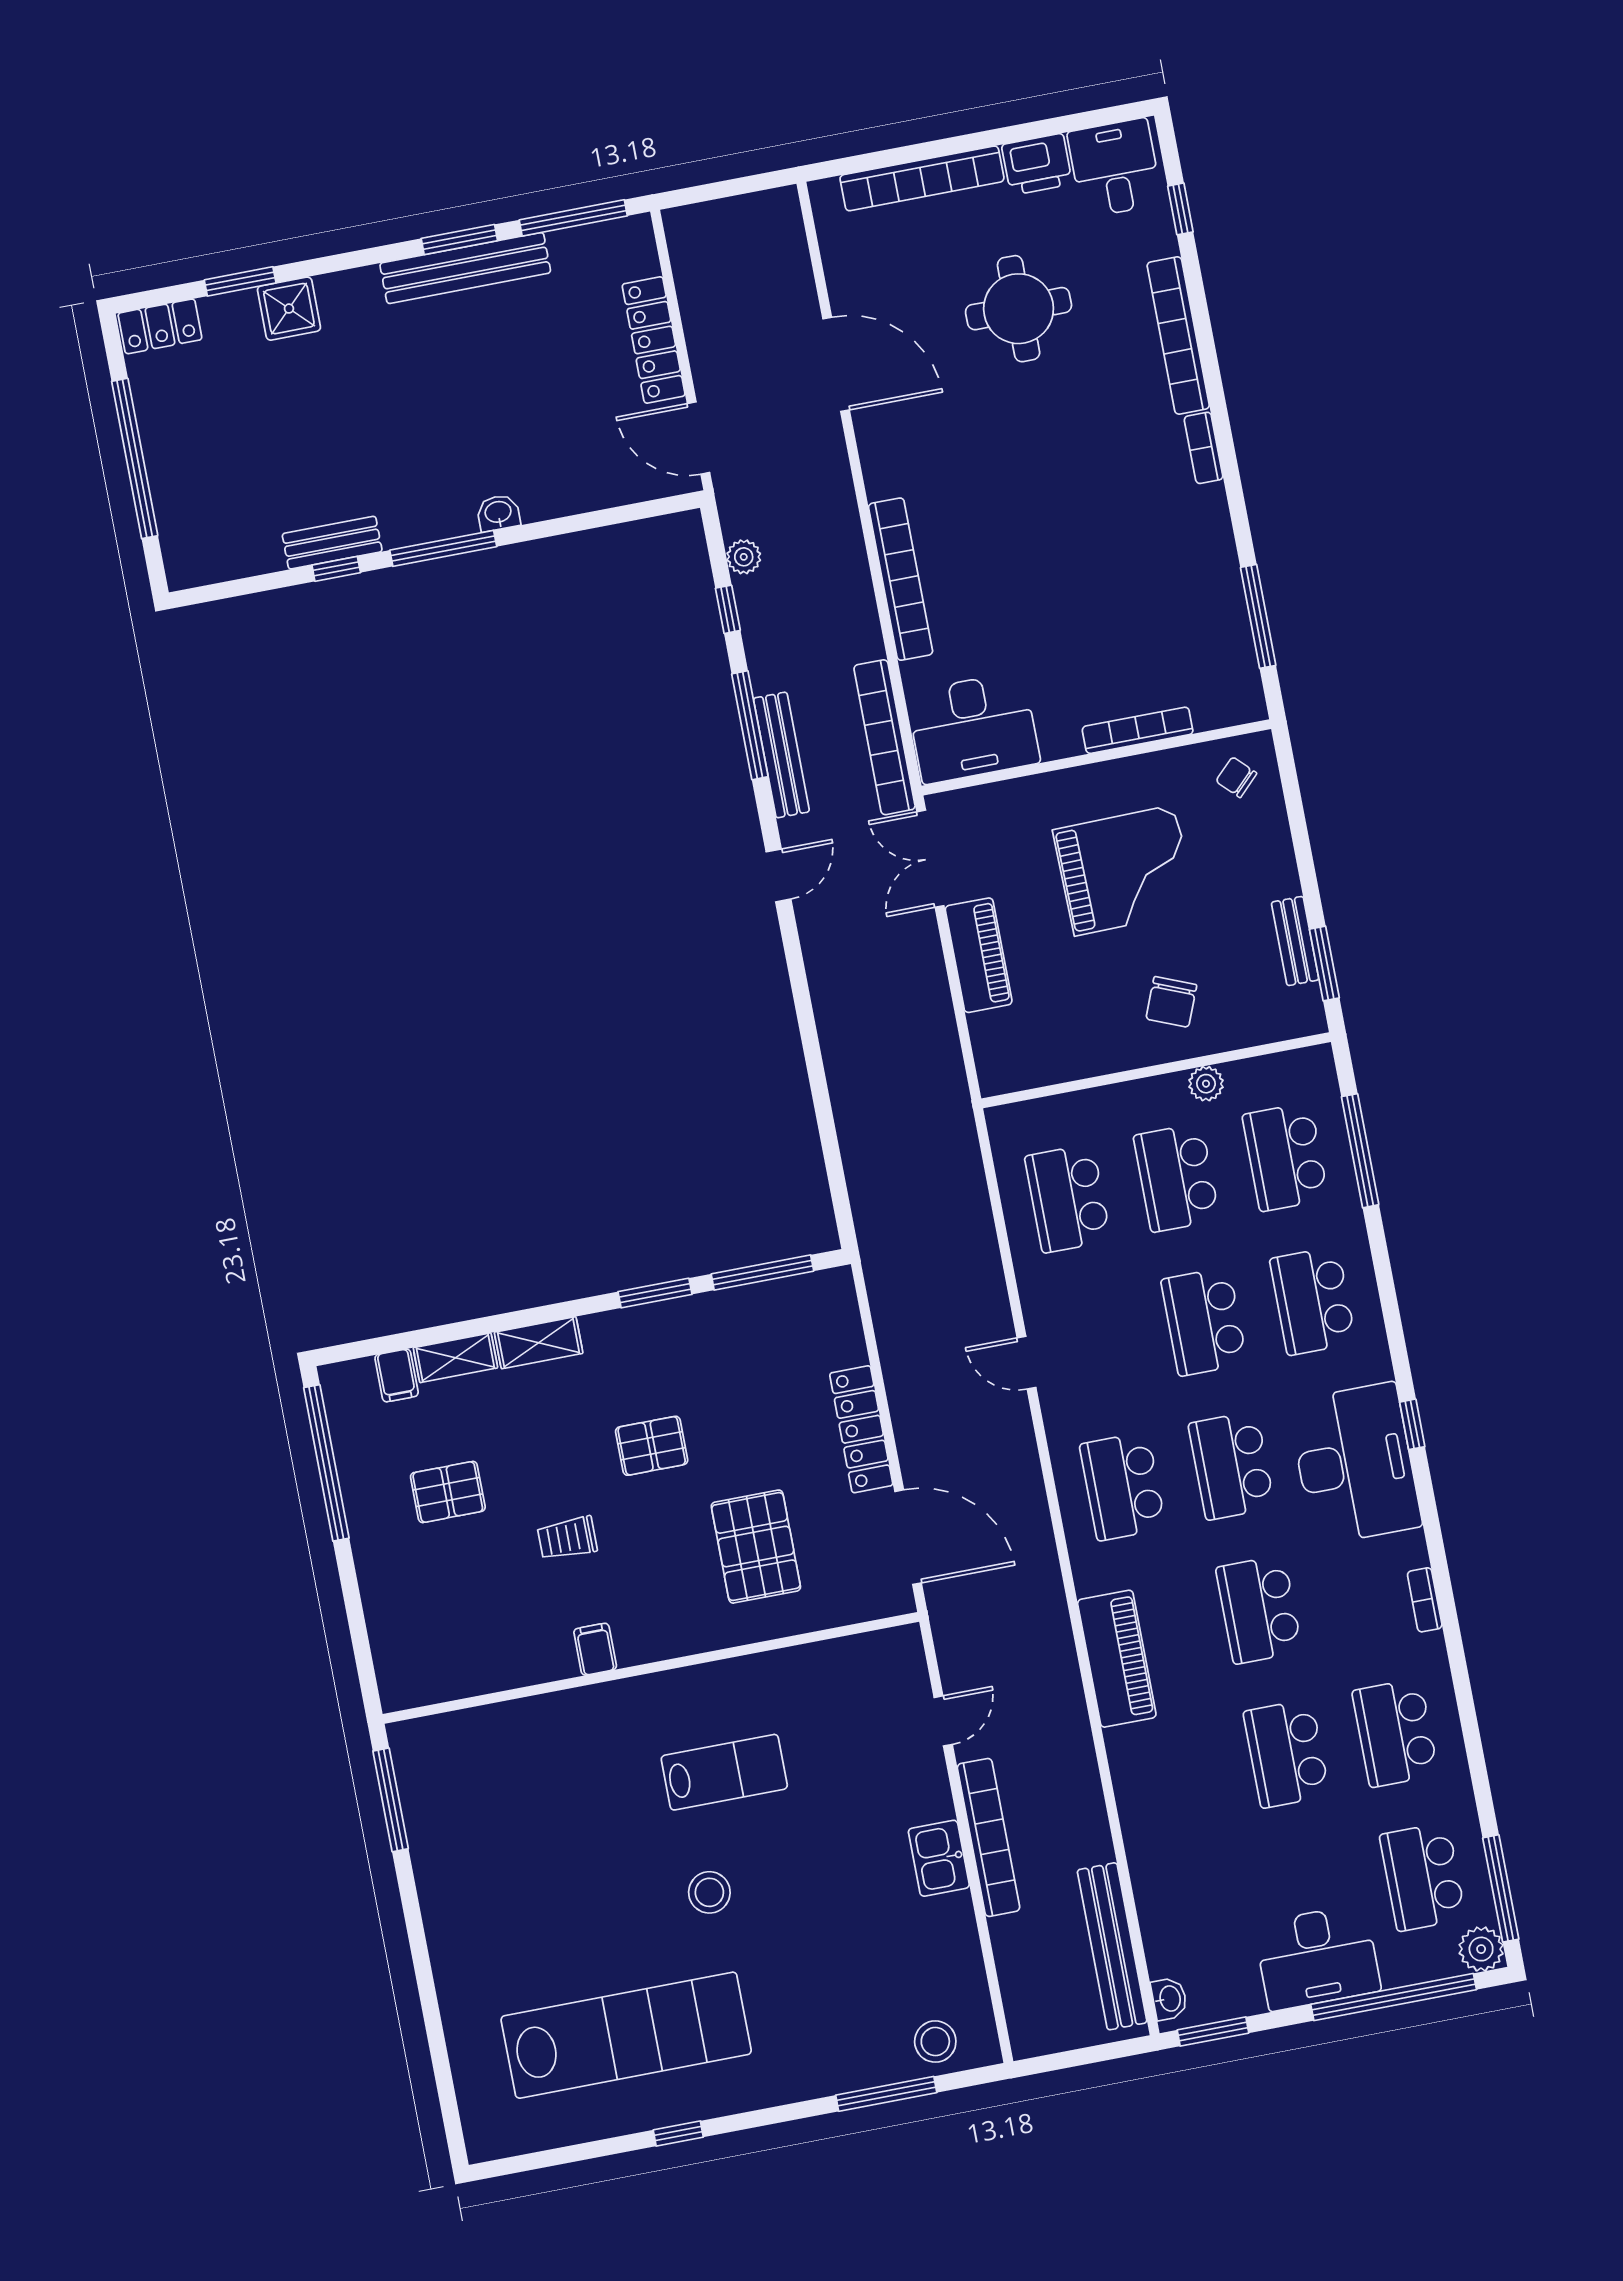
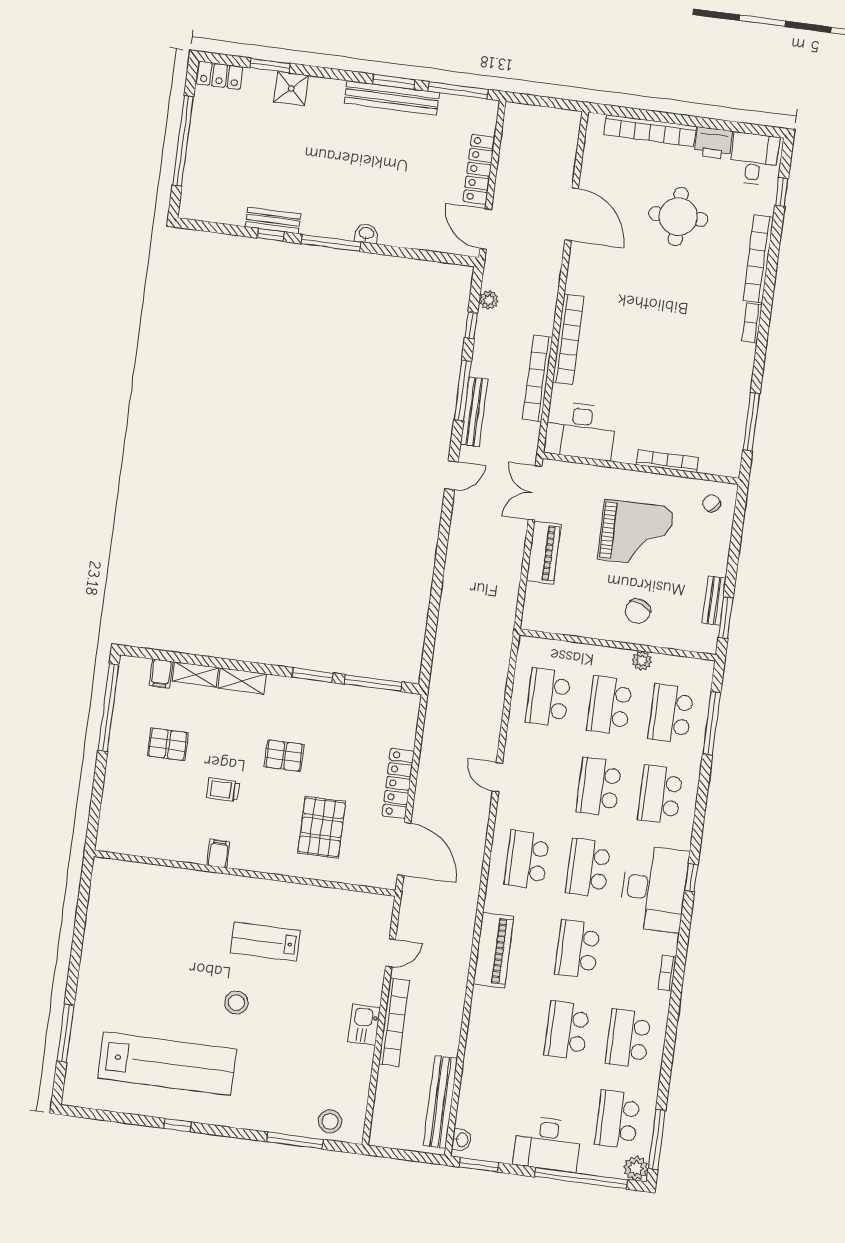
bookcase: (885, 737) -> (537, 378), moved
lab bench: (724, 1772) -> (265, 941), turned 180
window: (391, 1800) -> (66, 1033), moved

